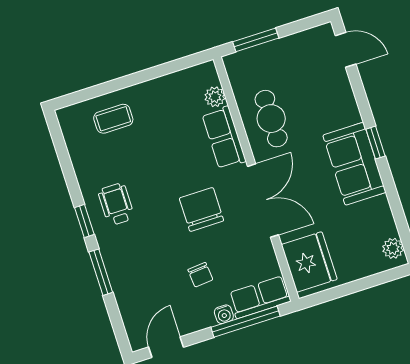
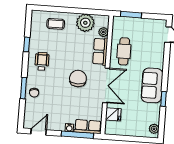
plant: (171, 93) -> (85, 23), added
window: (375, 143) -> (163, 99), moved
window: (84, 221) -> (27, 44), moved
fridge: (309, 262) -> (113, 114), width x0.53, depth x0.75
chair: (200, 275) -> (34, 93), moved

